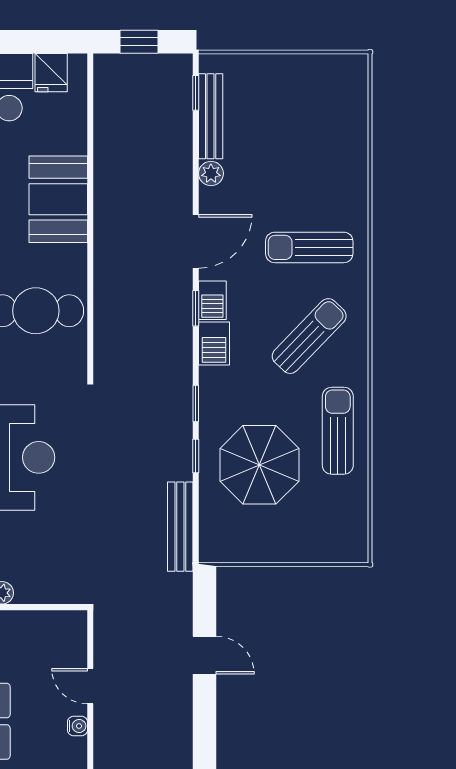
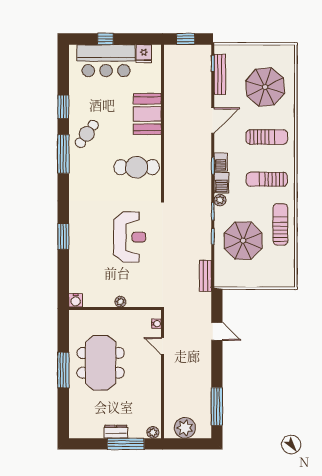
parasol: (305, 142) -> (265, 87), added
plant: (211, 173) -> (220, 200), moved
door: (196, 241) -> (213, 121), moved
sun lounger: (309, 247) -> (267, 137), turned 180
sun lounger: (309, 336) -> (267, 179), turned -134
bench: (180, 527) -> (205, 276), width x0.73
water cooler: (77, 726) -> (156, 324), moved

